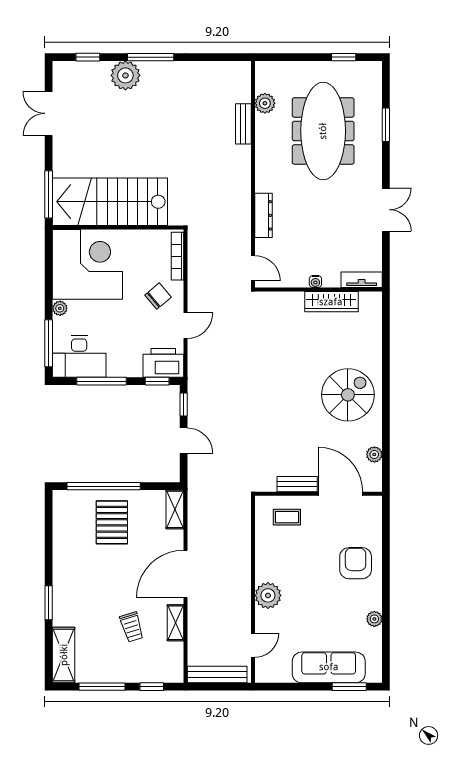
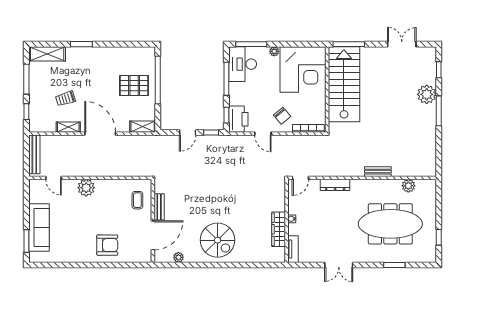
bench: (243, 124) -> (378, 172), moved
plant: (374, 619) -> (71, 257), removed

